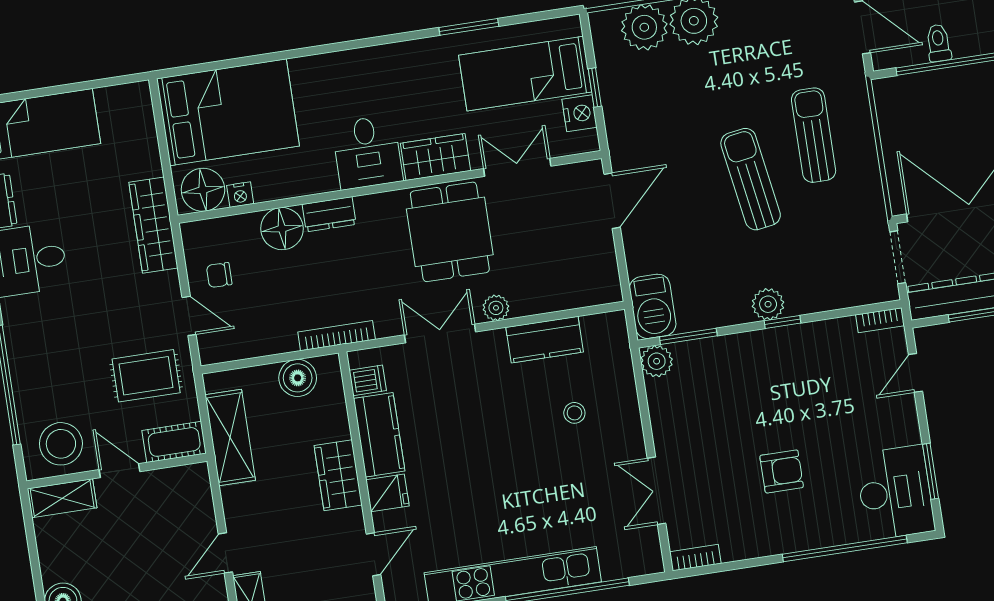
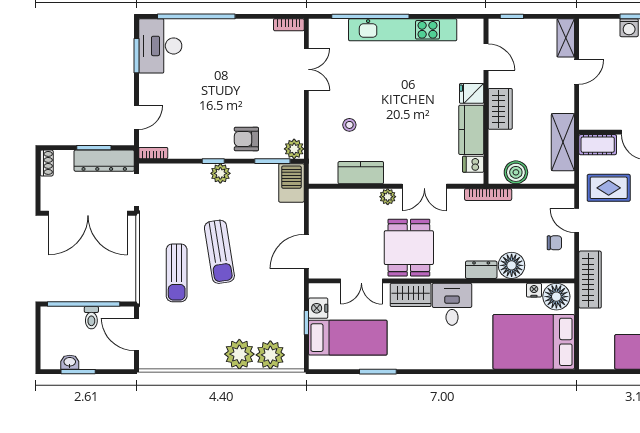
armchair: (782, 471) -> (246, 139), moved
door: (373, 554) -> (486, 57), swing flipped

